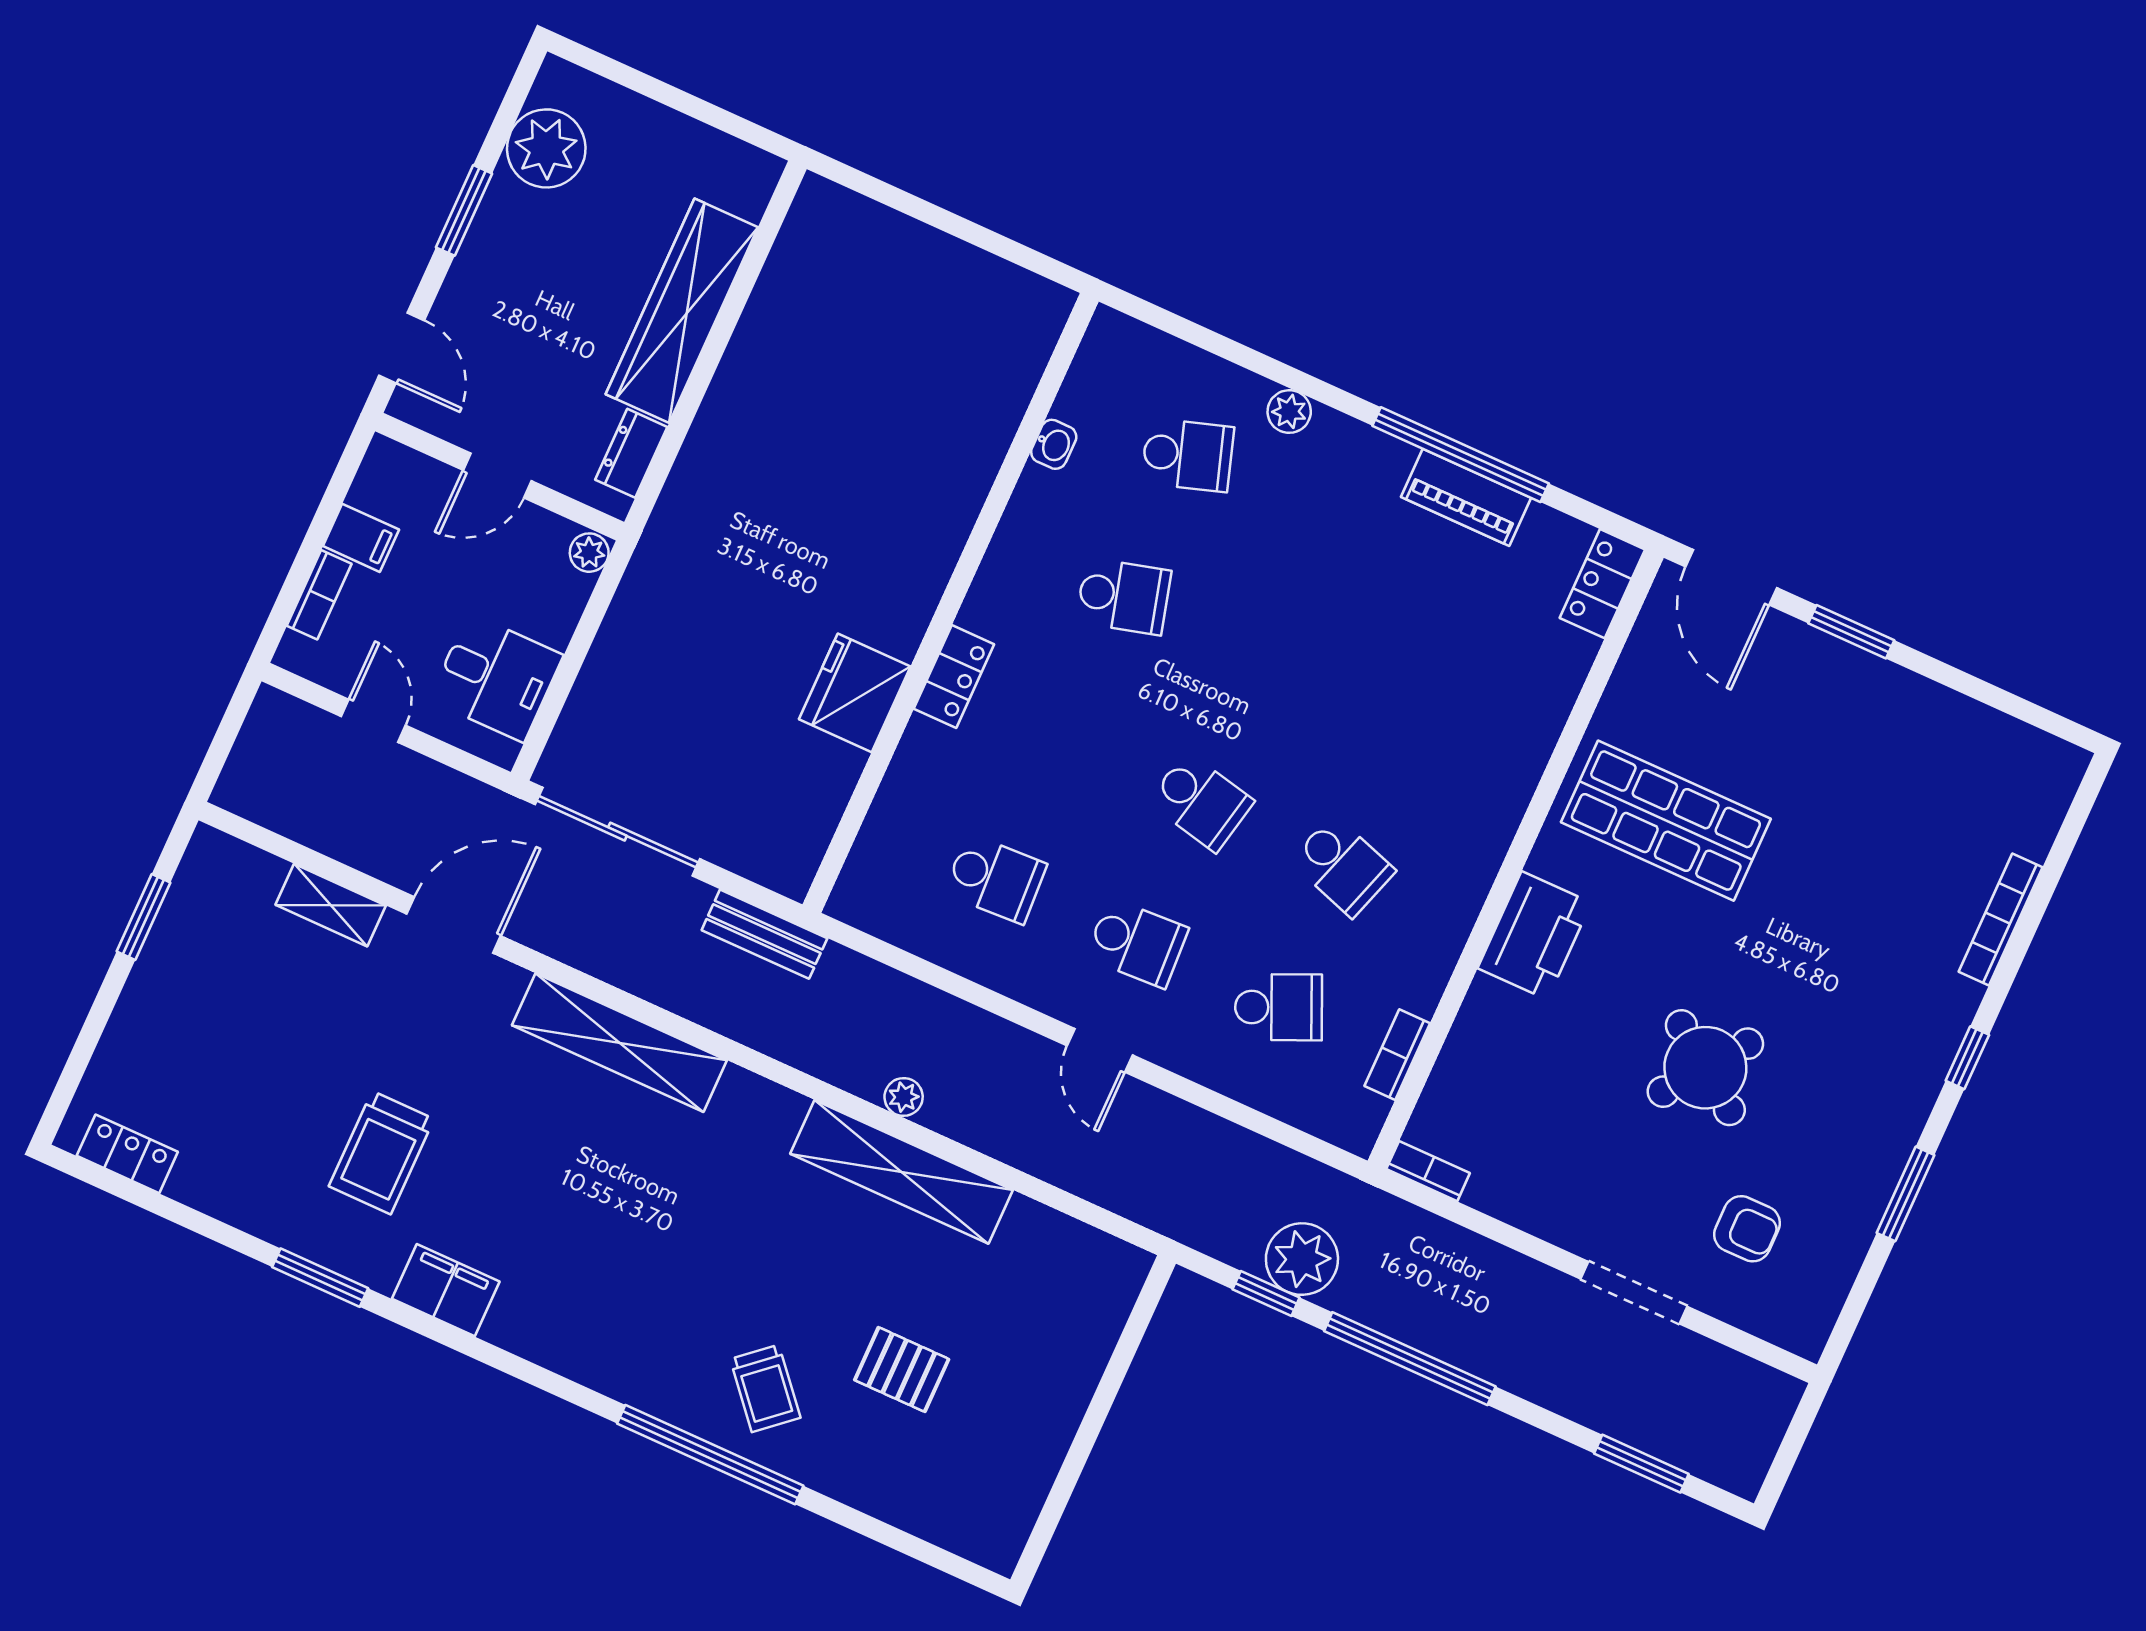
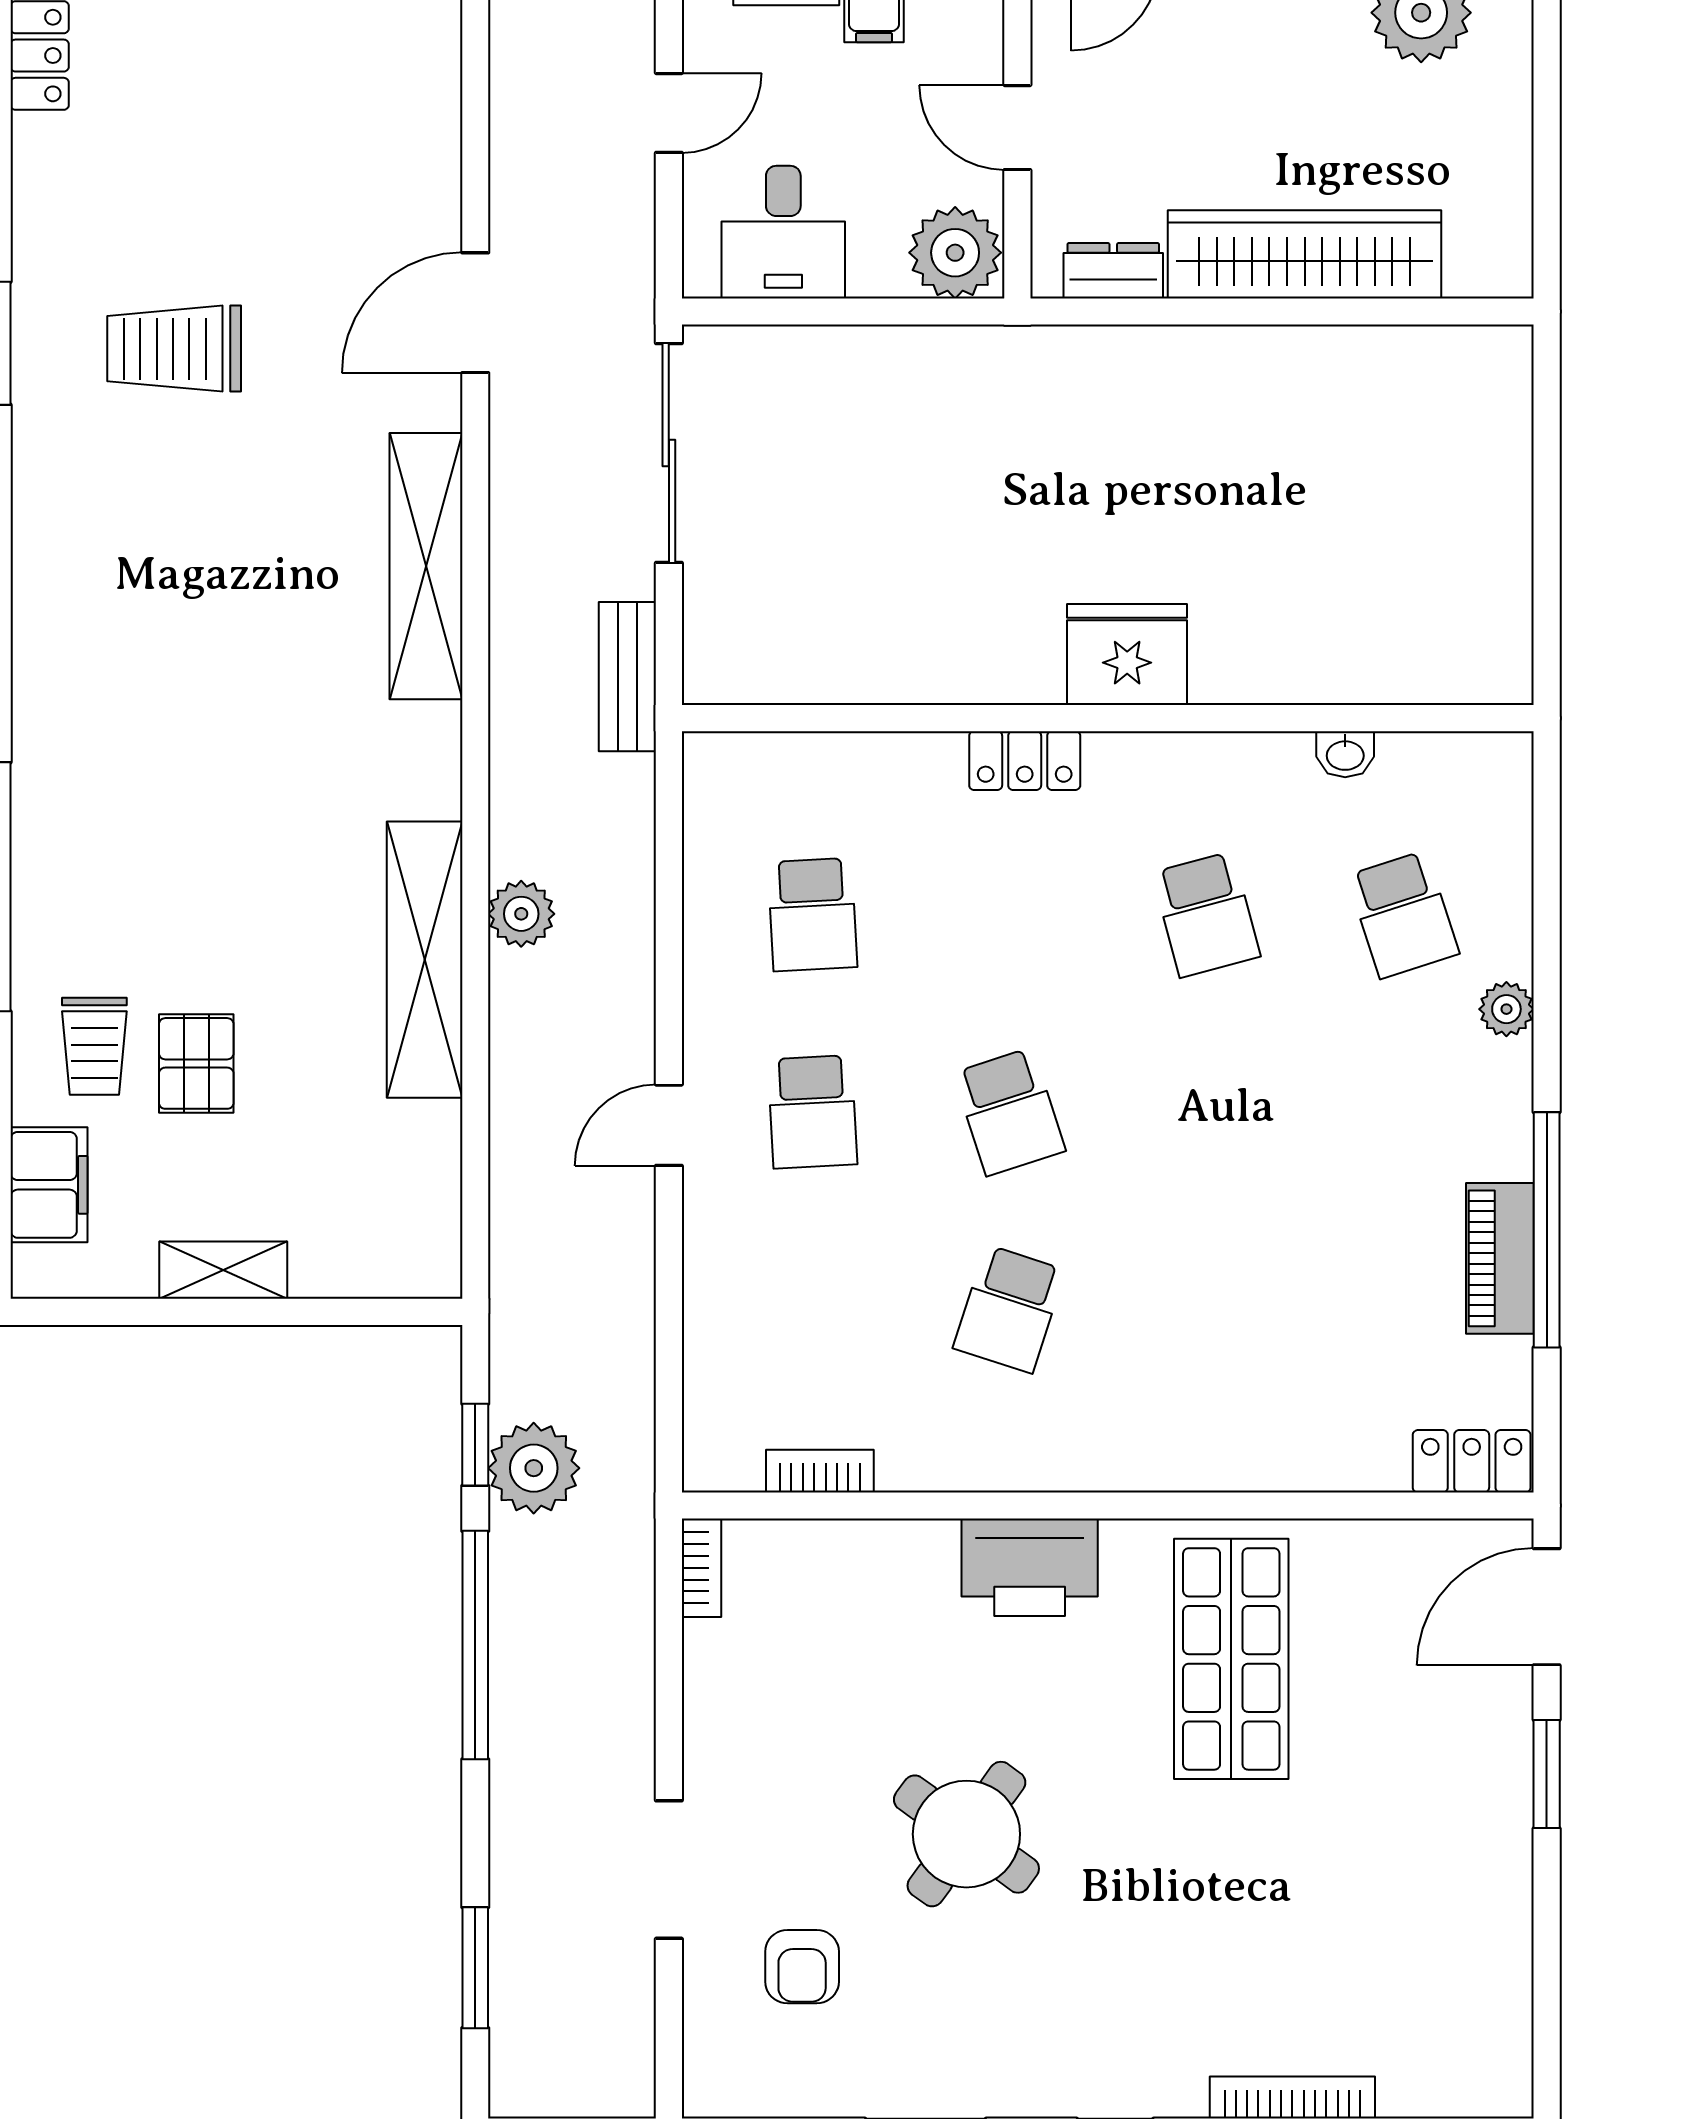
plant: (589, 553) -> (955, 253), width x1.88, depth x1.88
fridge: (855, 693) -> (1127, 654), moved
school desk: (1201, 802) -> (1009, 1112), turned -30
shelving: (331, 905) -> (223, 1270), moved, turned 90
door: (454, 925) -> (475, 313), swing flipped
school desk: (1279, 1007) -> (813, 1309), removed
plant: (904, 1097) -> (521, 914), width x1.38, depth x1.38
filing cabinet: (446, 1290) -> (49, 1185), moved
trolley: (765, 1388) -> (94, 1046), moved, turned -49

